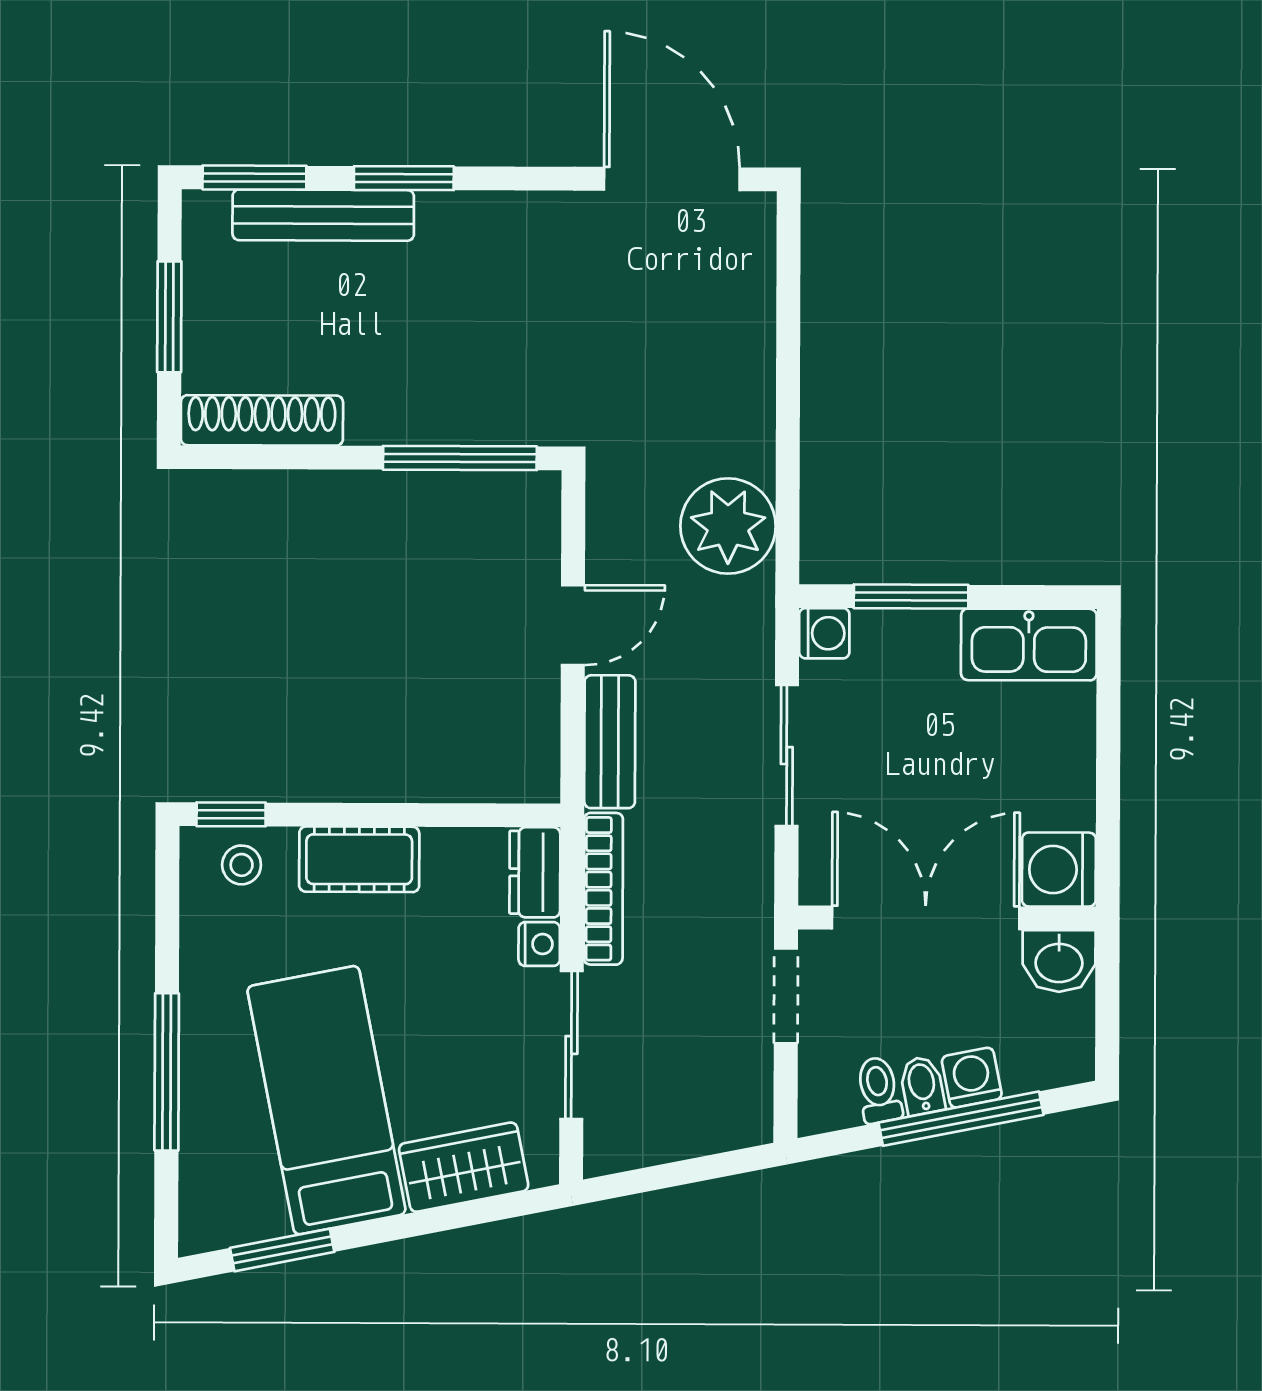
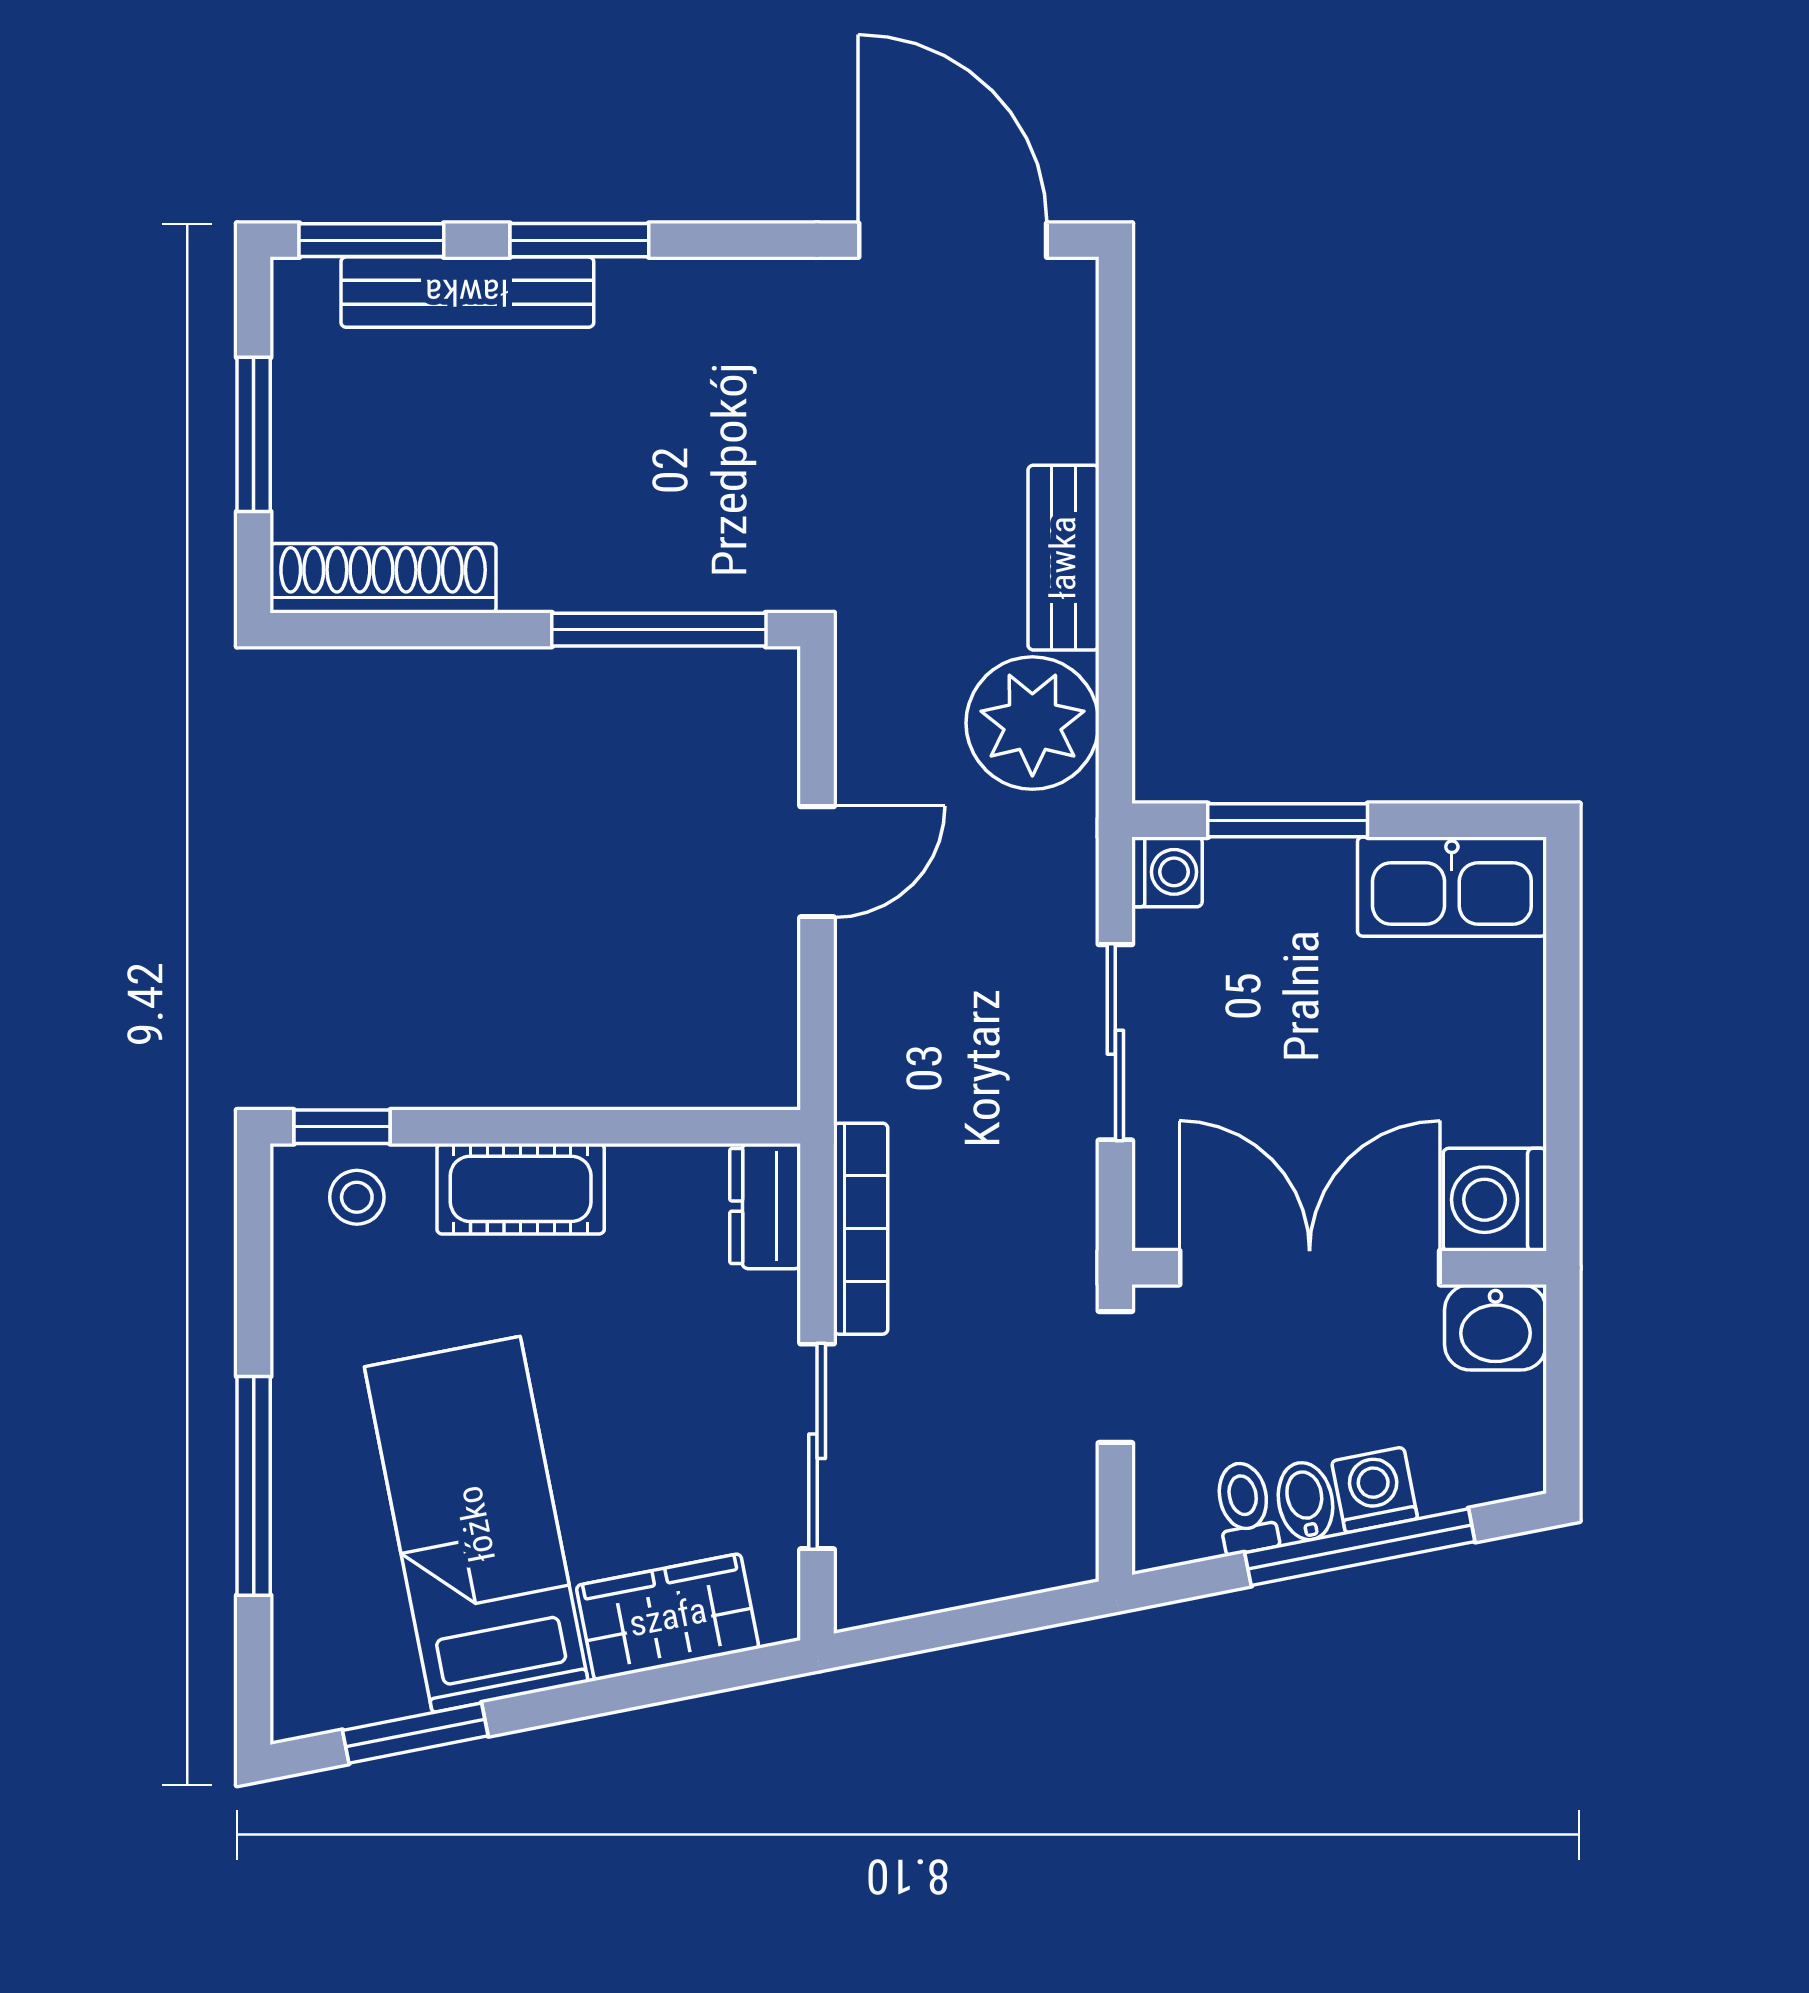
bench: (610, 742) -> (1063, 558), moved
nightstand: (539, 944) -> (772, 1306), removed

